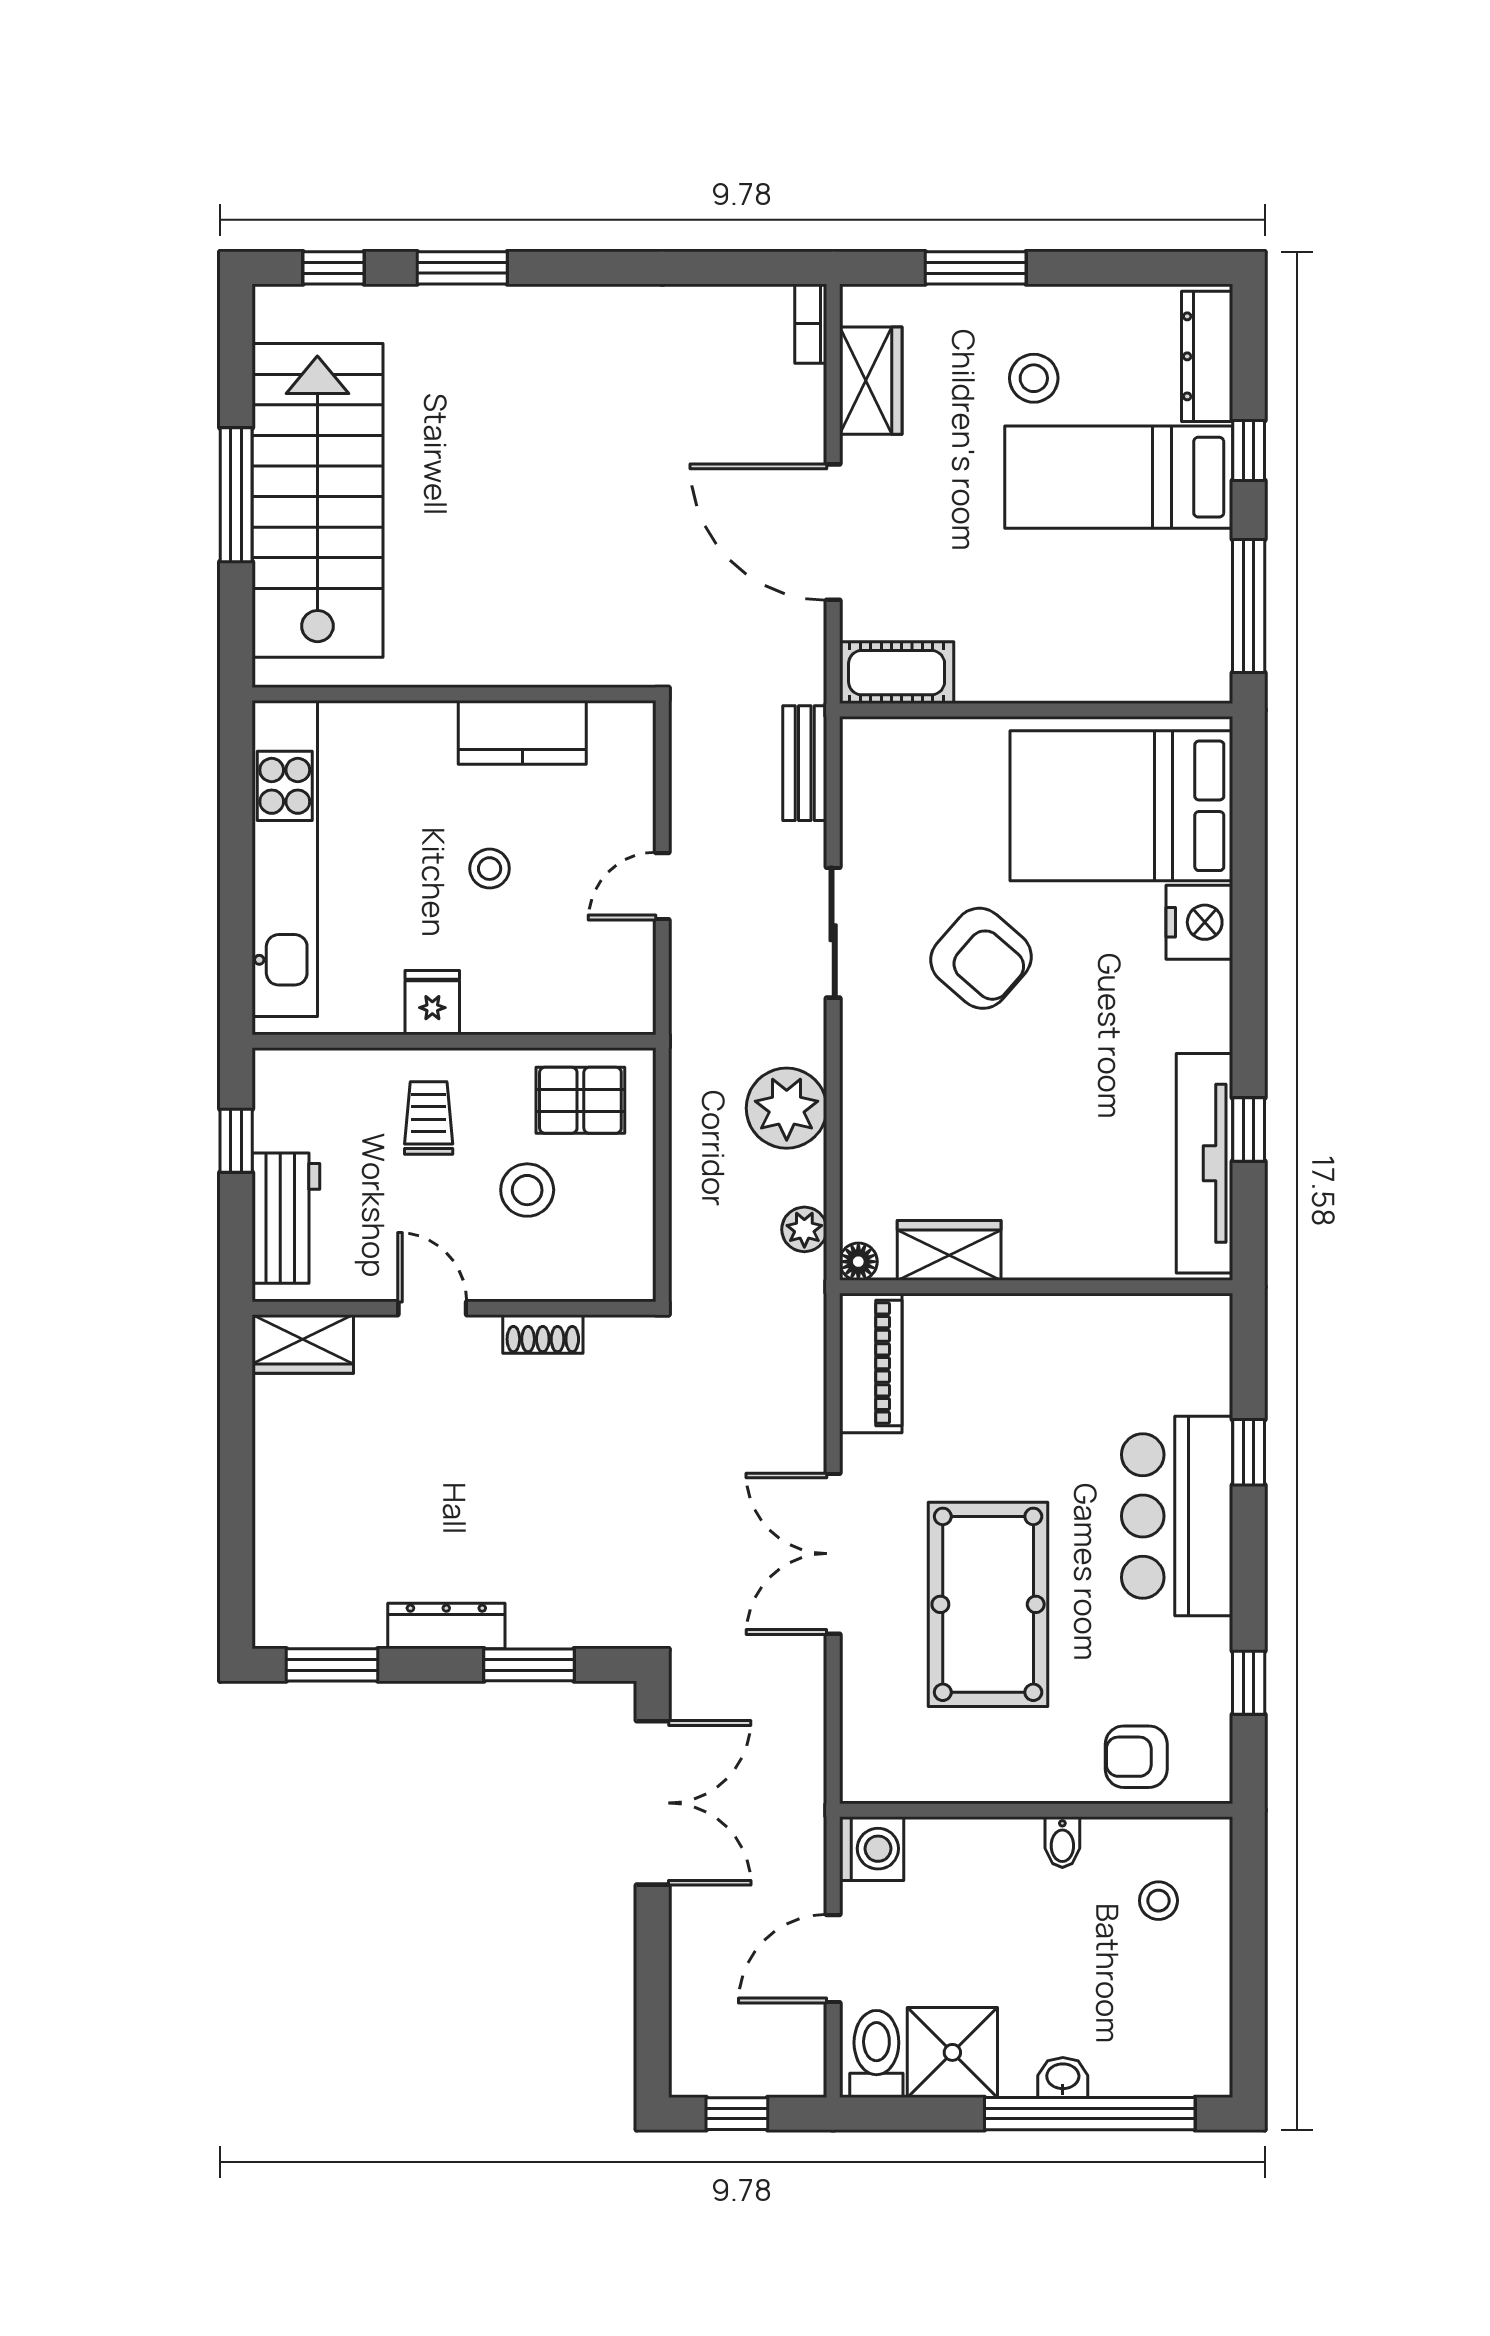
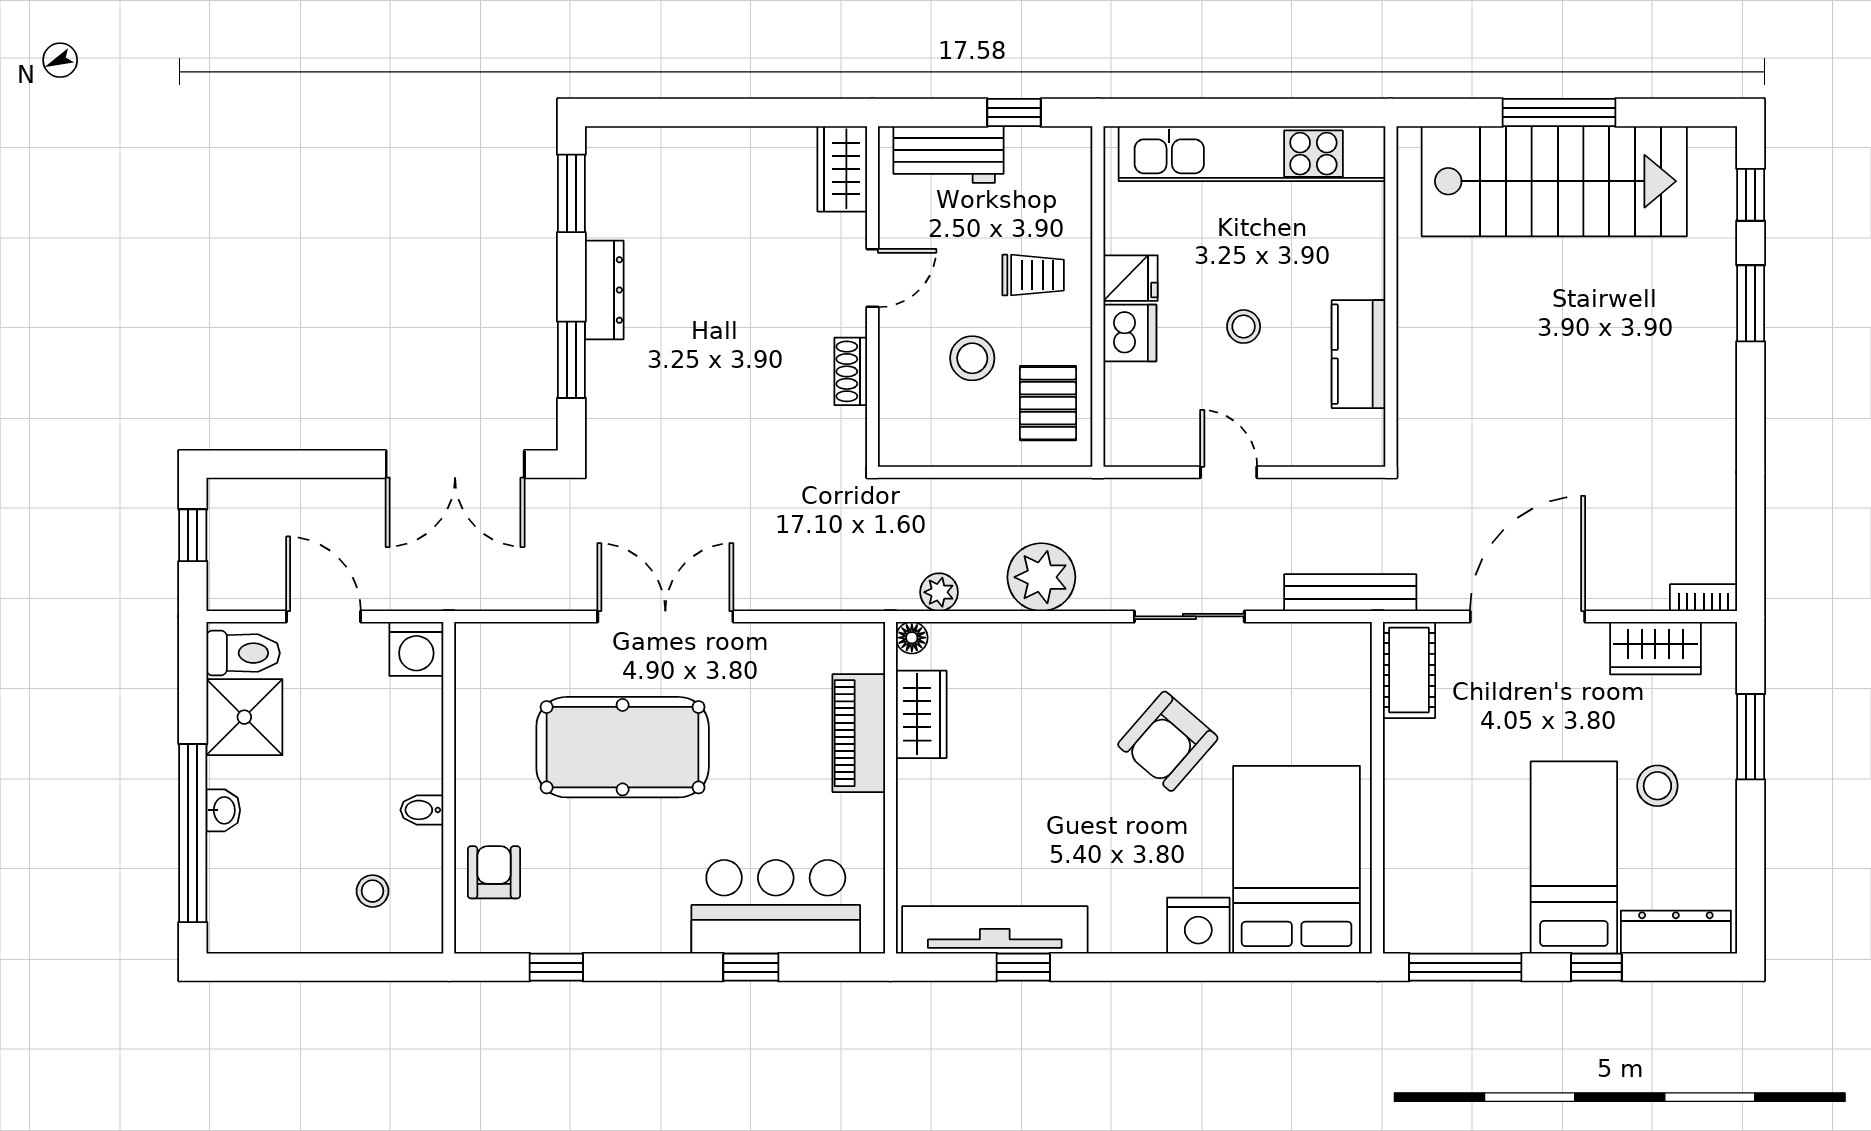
bench: (805, 763) -> (1350, 593), width x1.36
dishwasher: (497, 1003) -> (1130, 333), added
piano: (871, 1363) -> (859, 733), moved, turned 90
bar counter: (1177, 1516) -> (776, 907), moved

